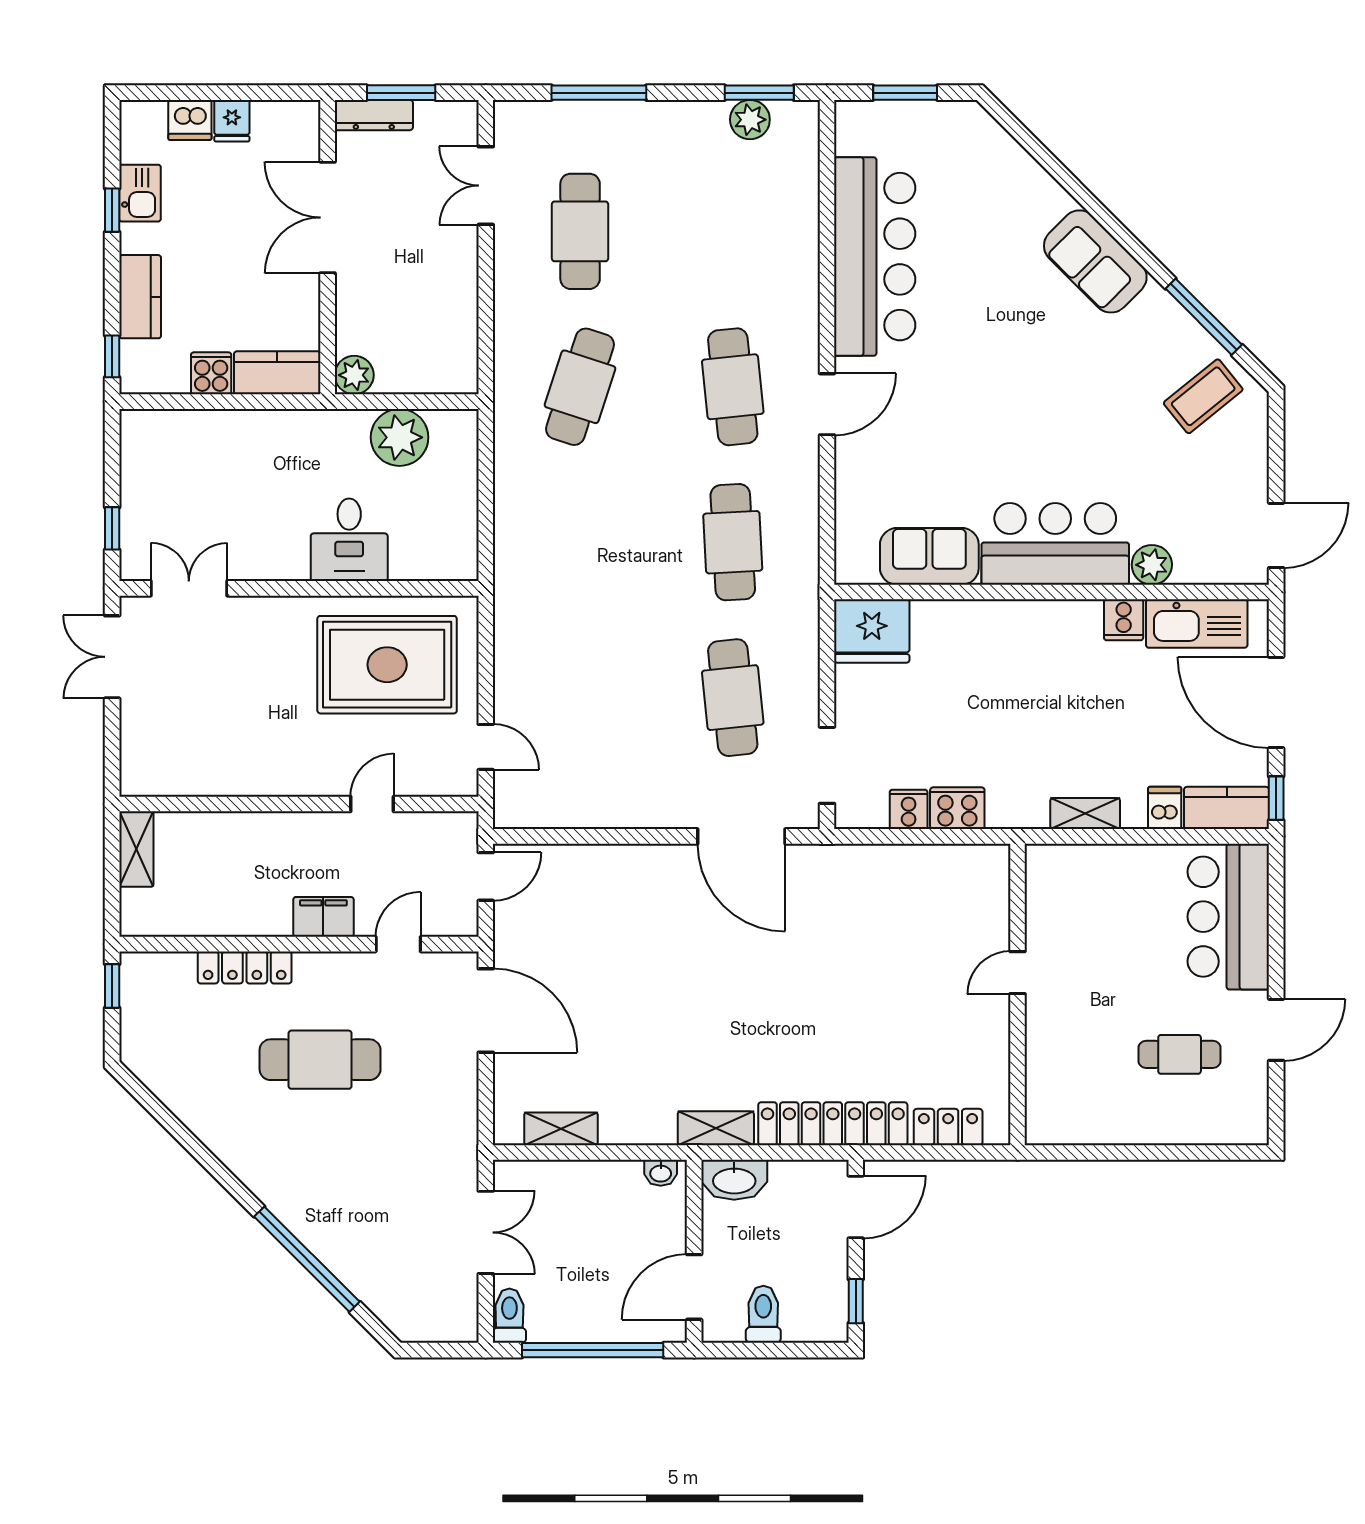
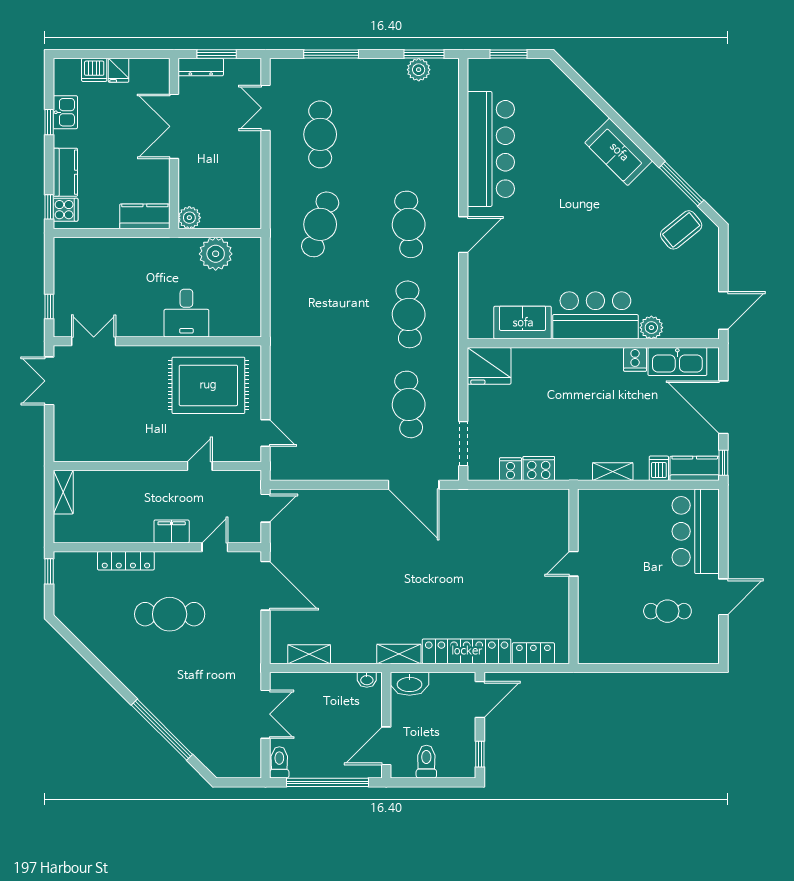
cooker: (211, 373) -> (66, 210), moved, turned 90

